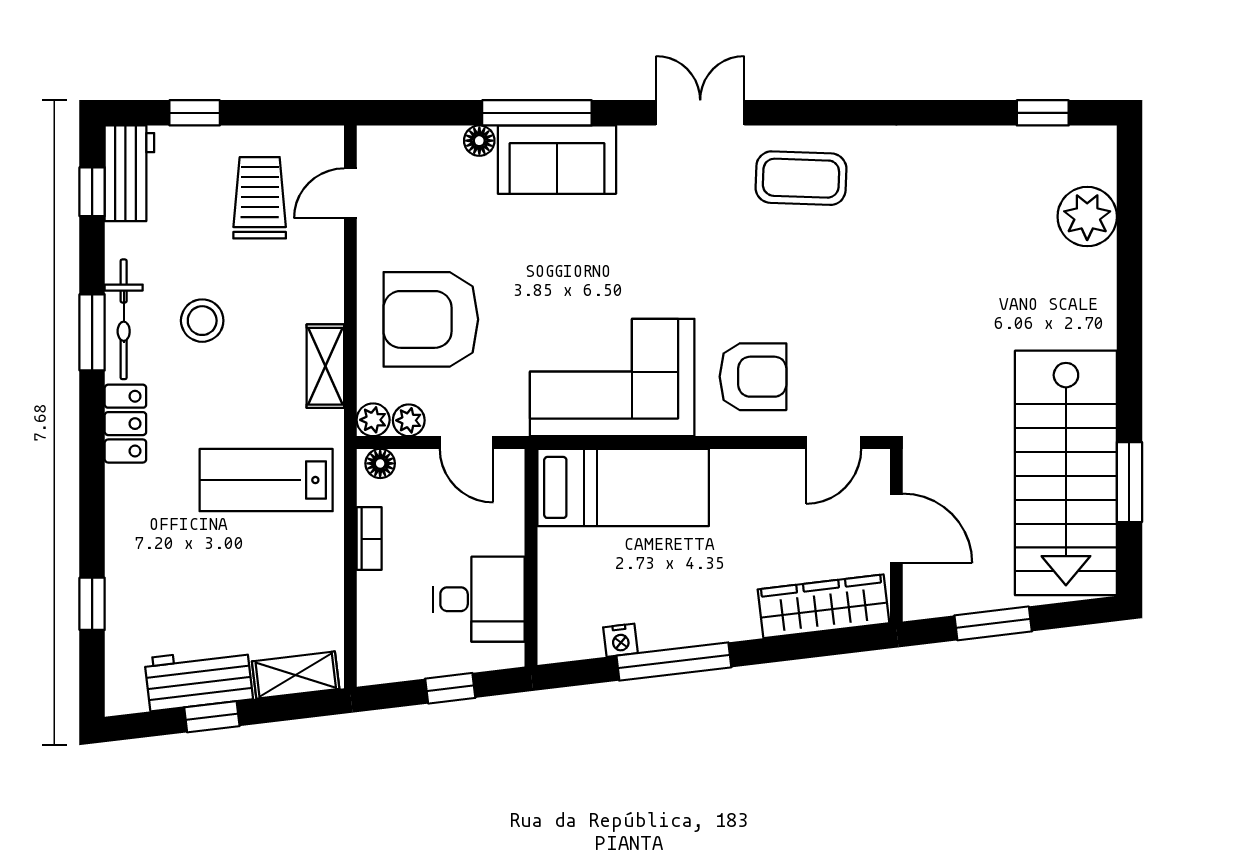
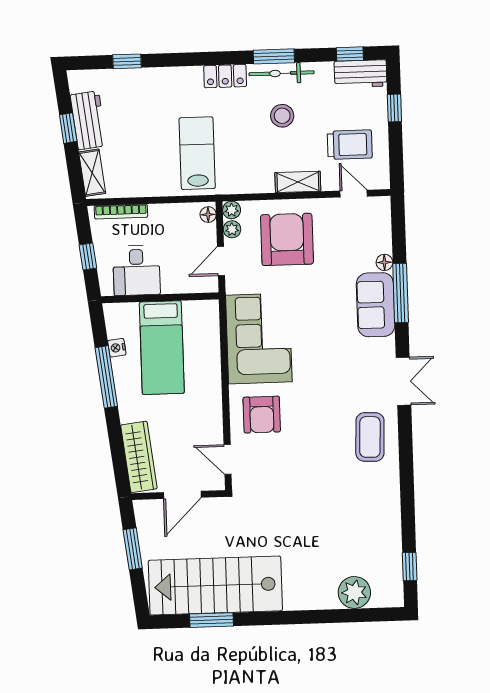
shelving: (325, 366) -> (298, 182), moved
bed: (623, 487) -> (162, 348), moved
bookcase: (369, 539) -> (121, 212), moved, width x1.56

